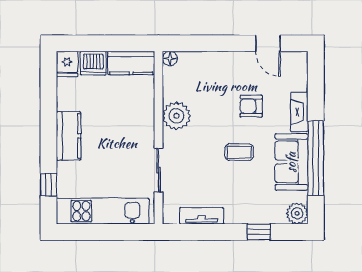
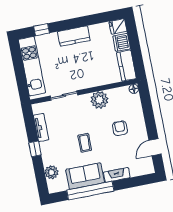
armchair: (251, 106) -> (120, 128), moved
plant: (297, 213) -> (51, 172), moved
window: (259, 232) -> (35, 149), moved

